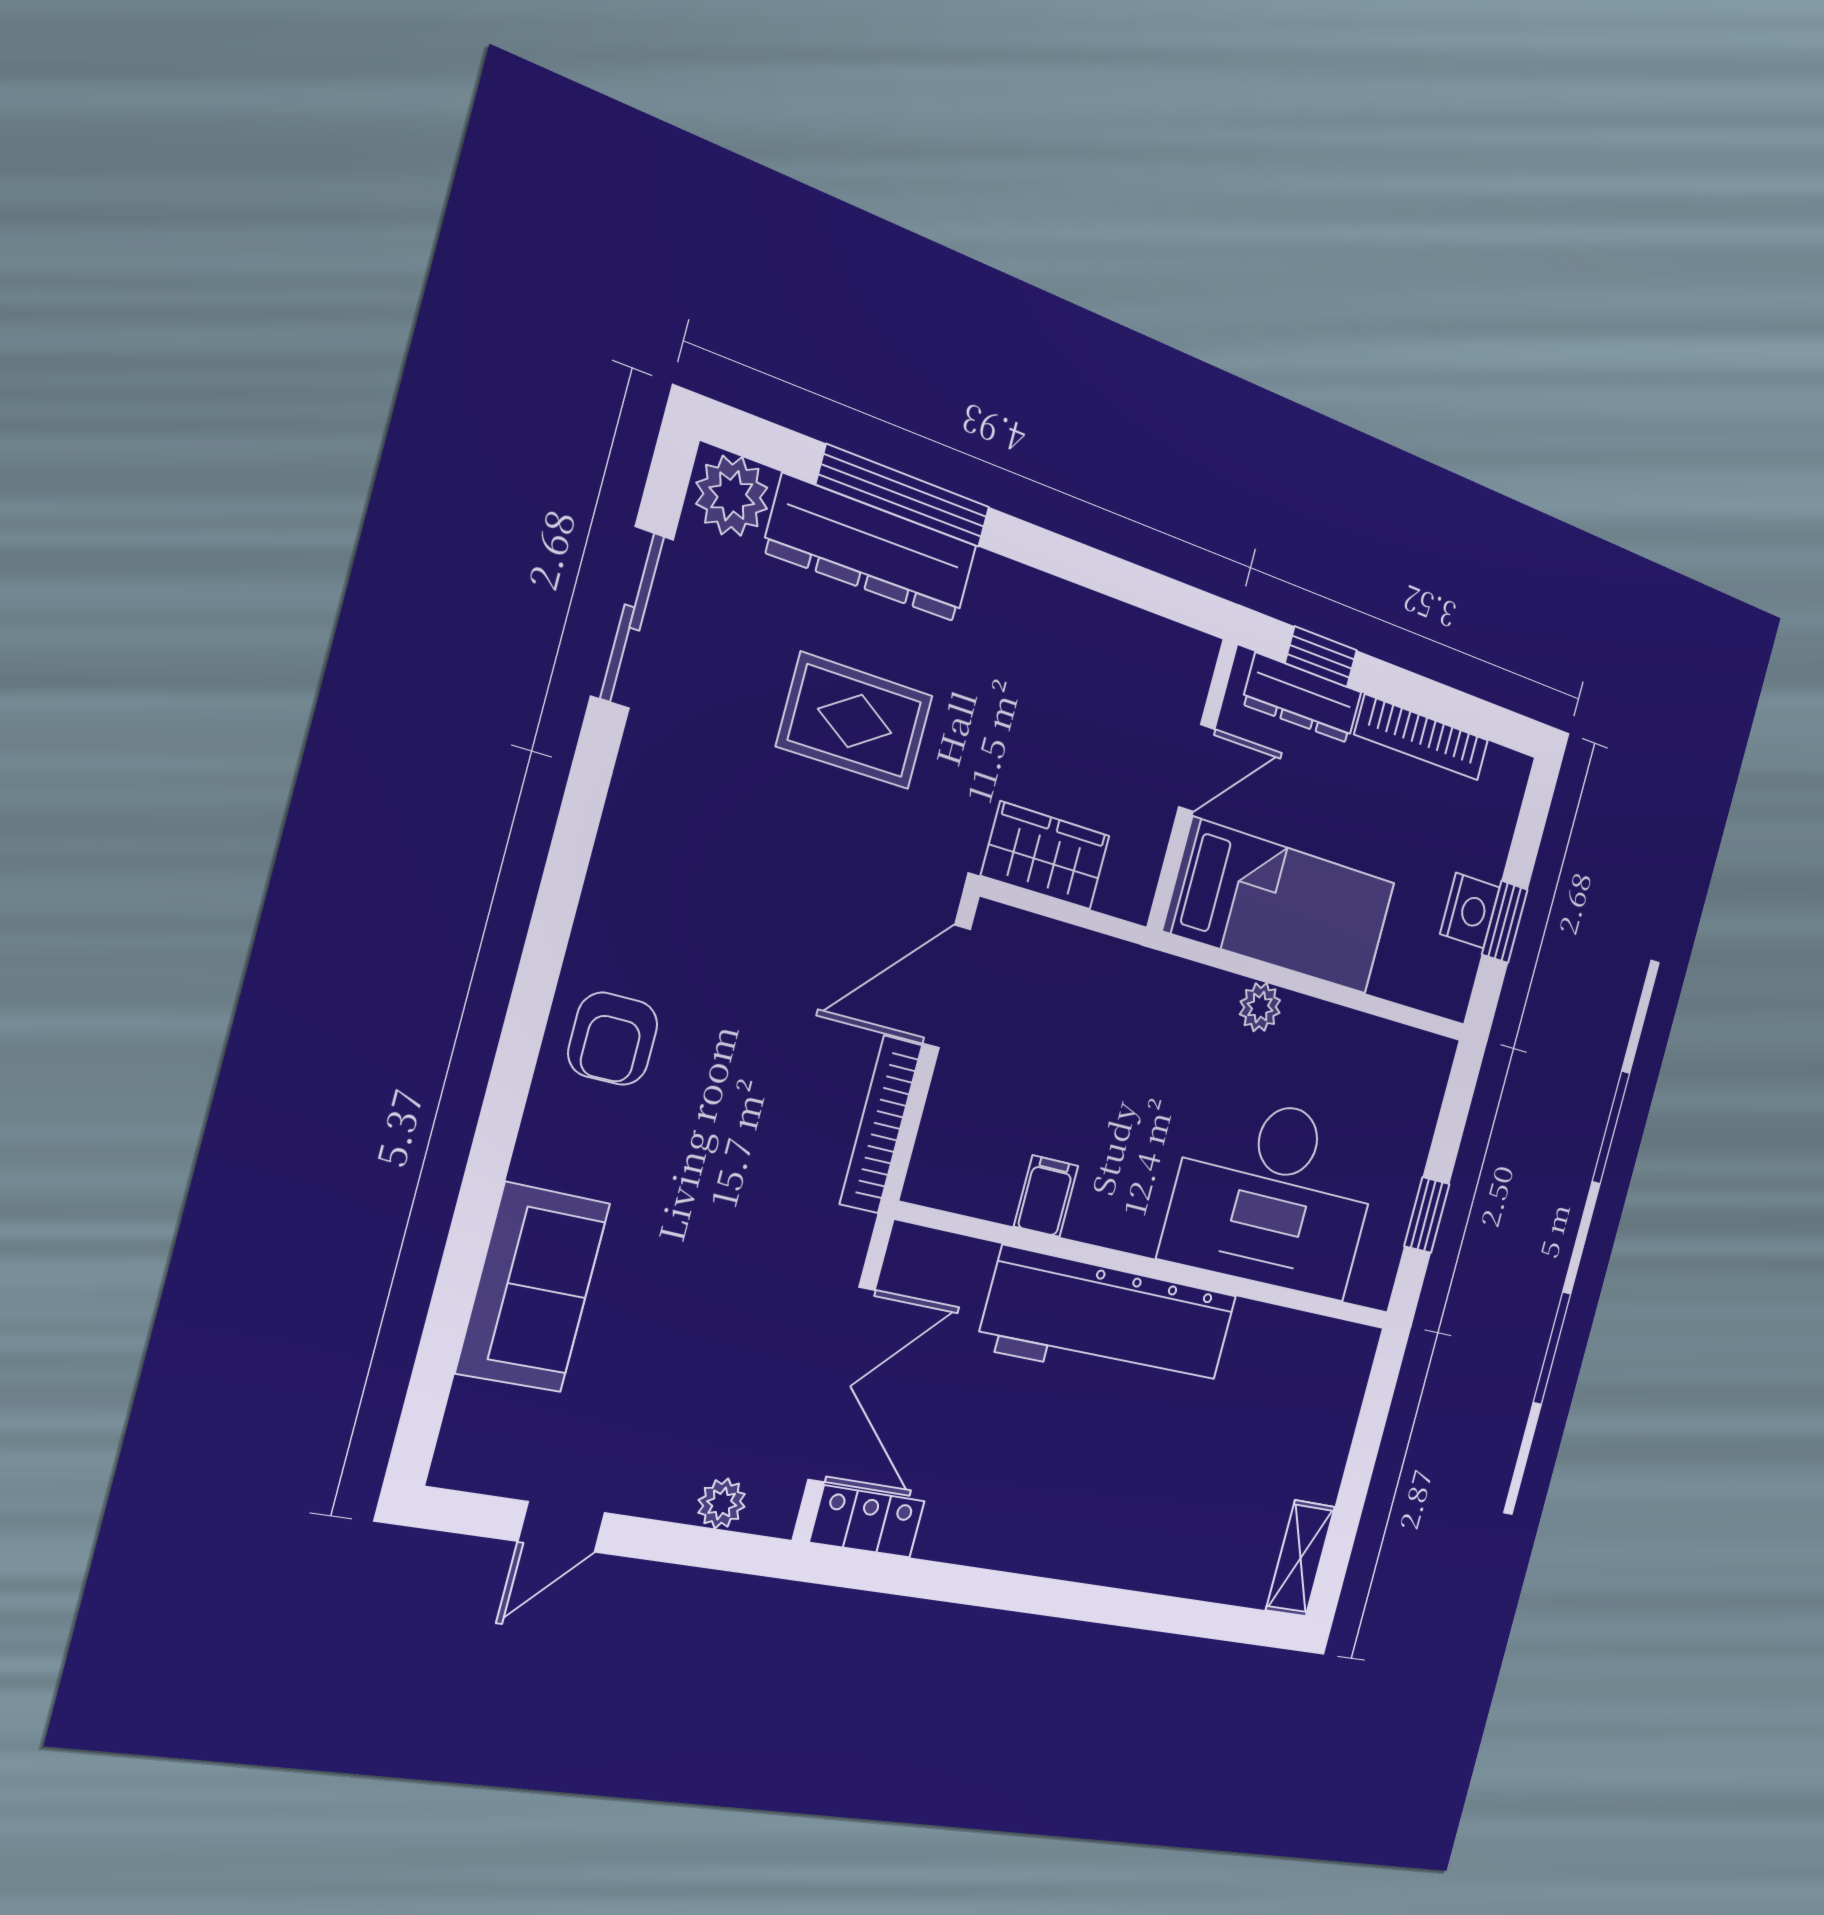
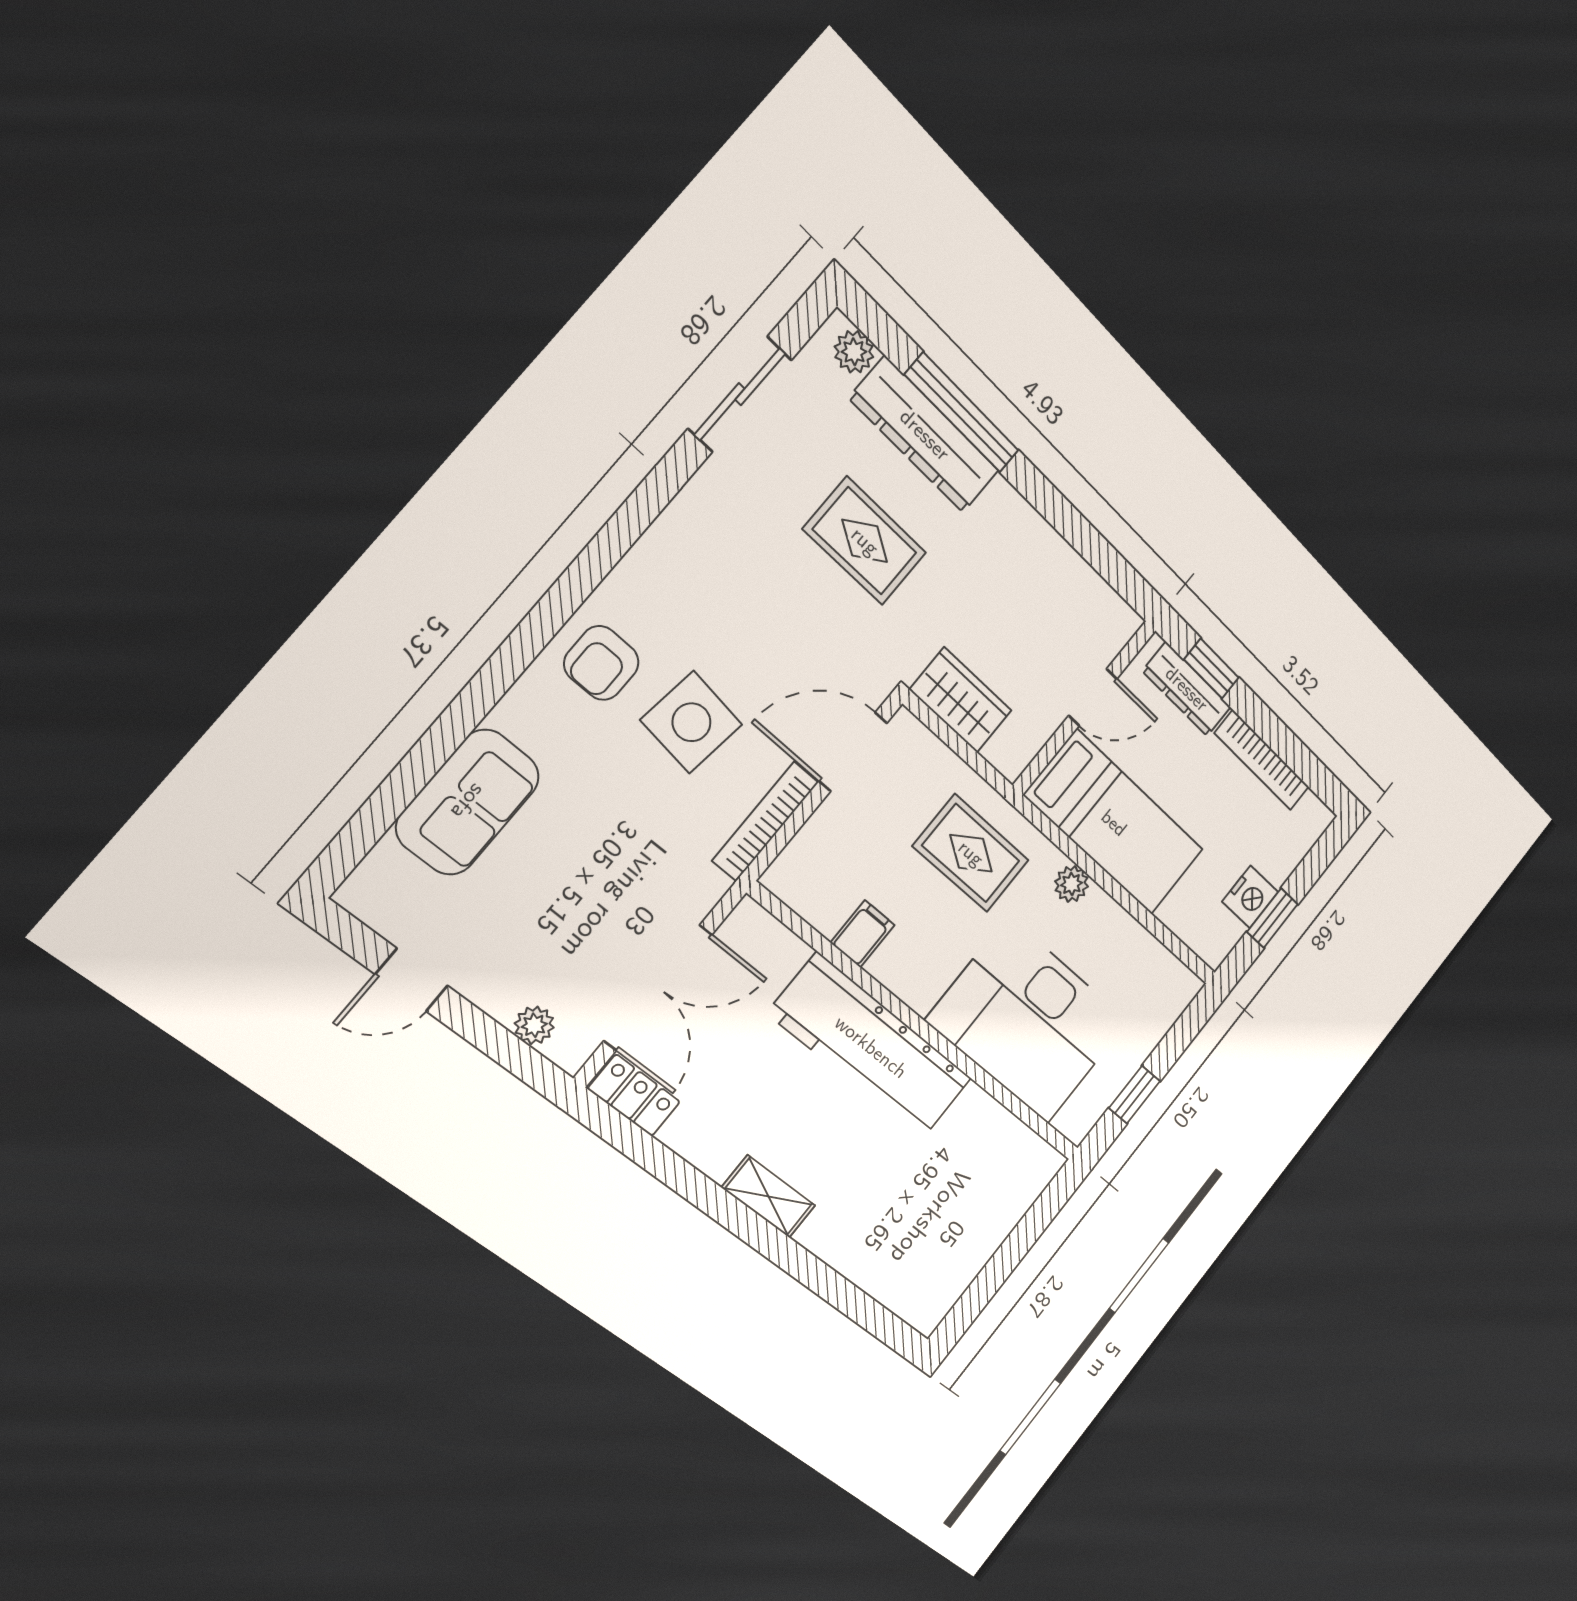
plant: (732, 496) -> (854, 352), width x0.73, depth x0.73
rug: (1131, 1033) -> (971, 853), added
side table: (747, 1053) -> (691, 722), added
shelving: (1300, 1558) -> (769, 1197), moved, turned 90

